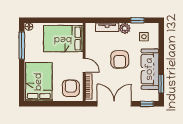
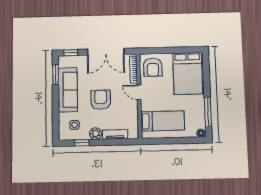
bed: (63, 39) -> (163, 121), width x0.67

